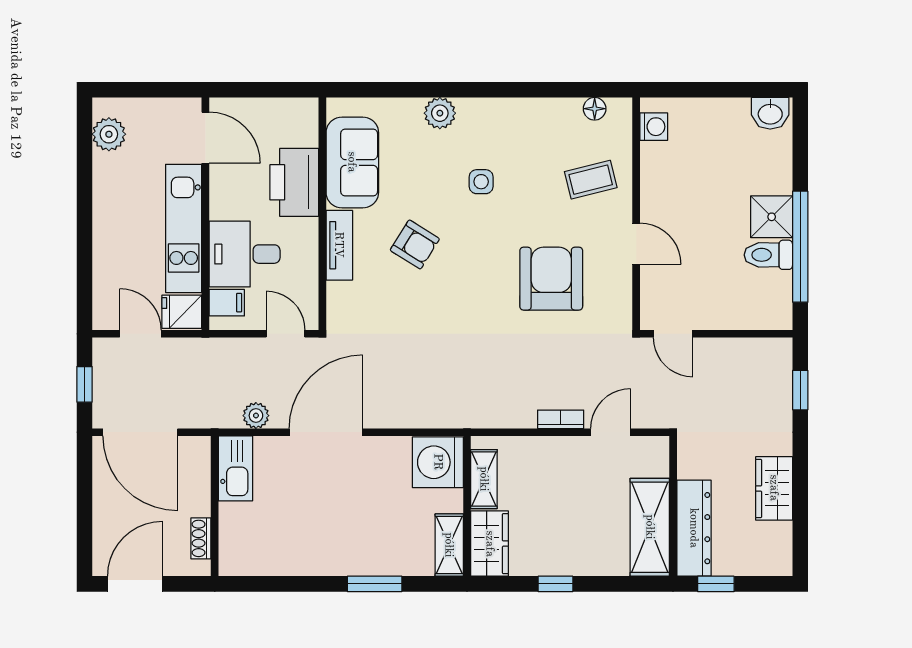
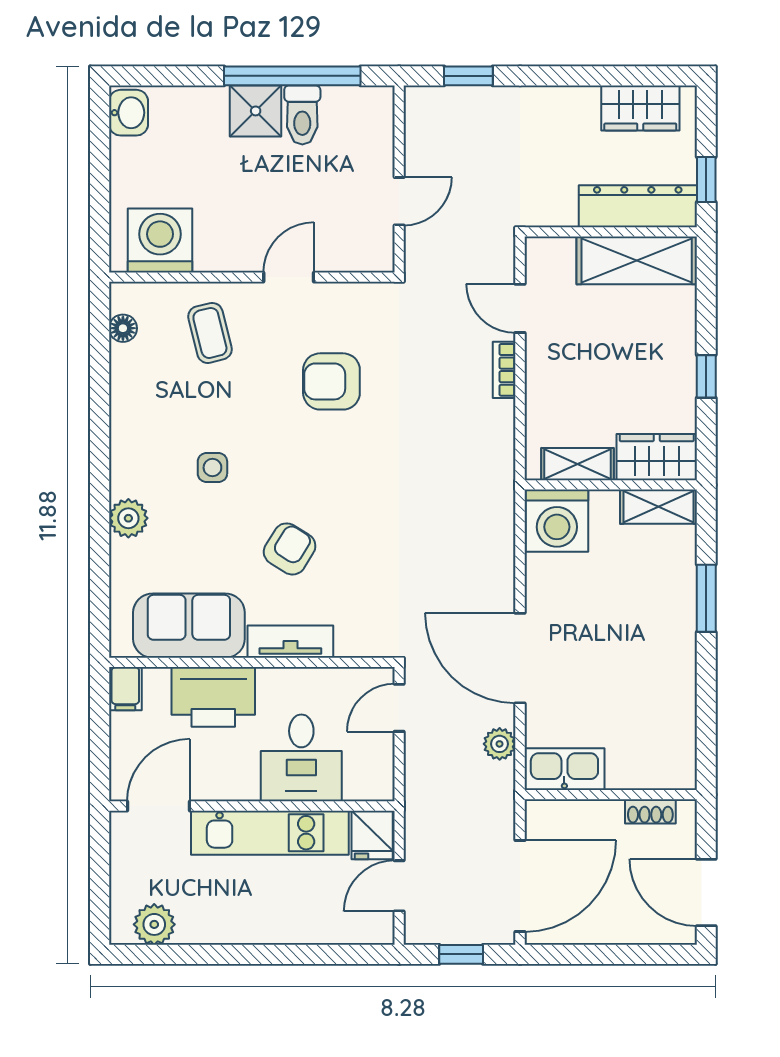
washing machine: (654, 127) -> (160, 241), width x1.89, depth x1.89
armchair: (551, 279) -> (331, 381), width x0.73, depth x0.73
filing cabinet: (227, 303) -> (125, 689), moved, turned 180
door: (673, 334) -> (399, 201), moved
wardrobe: (774, 488) -> (640, 108), moved

